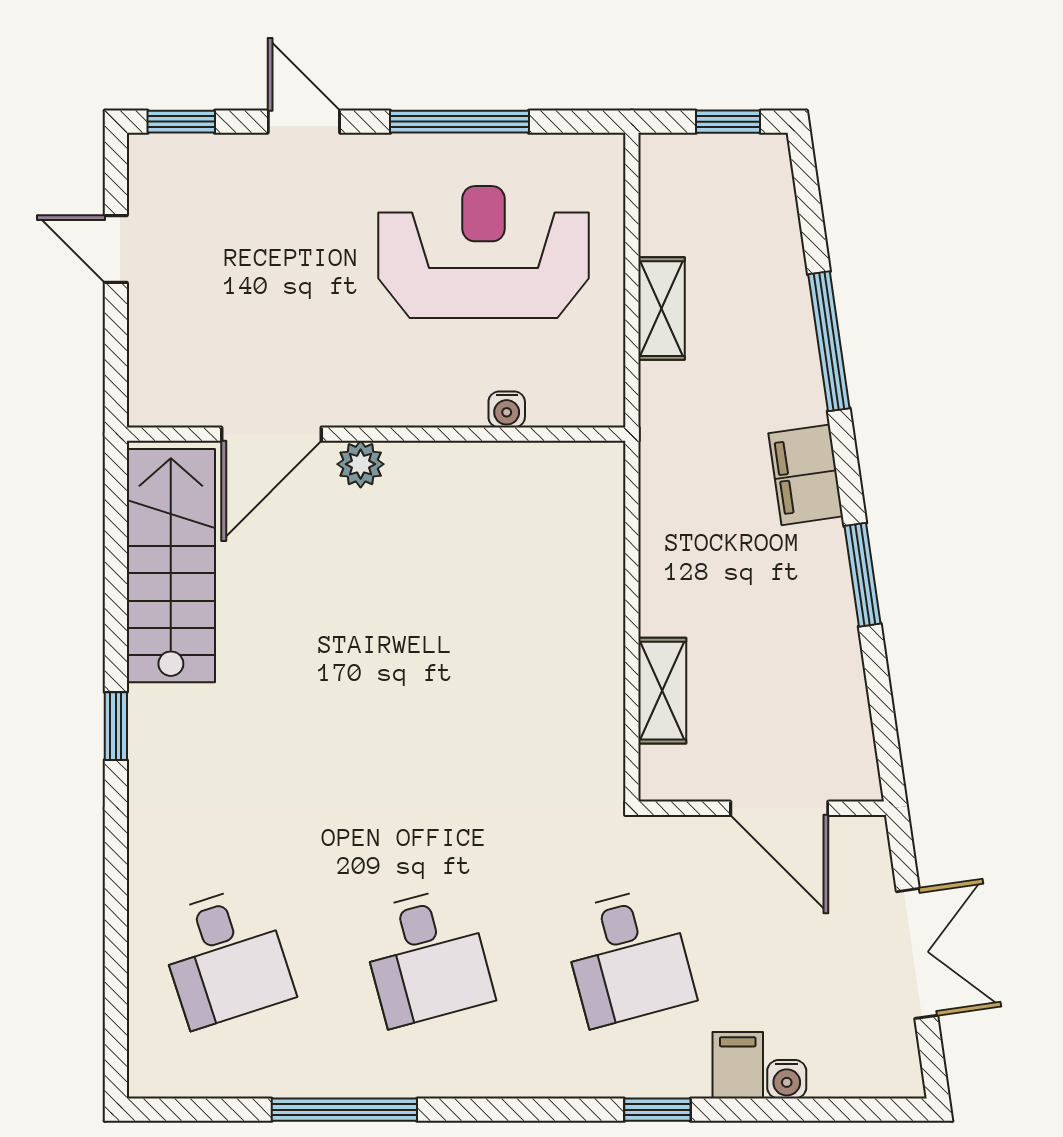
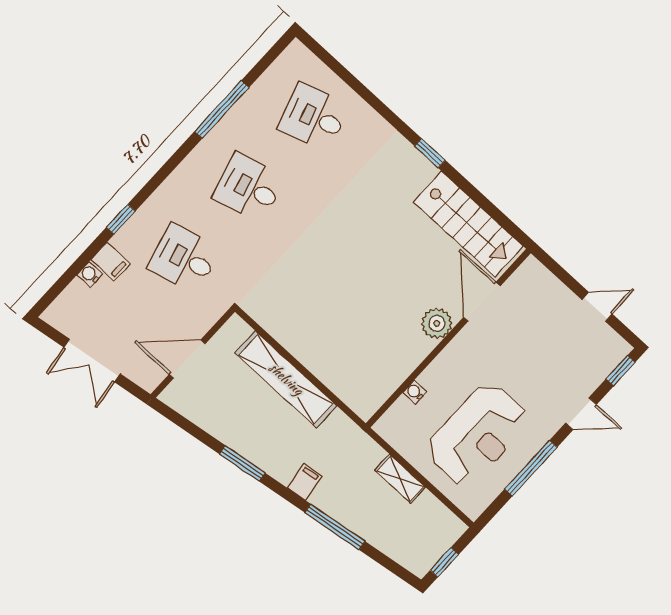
plant: (361, 464) -> (437, 323), width x1.38, depth x1.38
filing cabinet: (806, 475) -> (305, 482), width x0.50
shelving: (662, 691) -> (286, 379), width x2.20, depth x1.33

